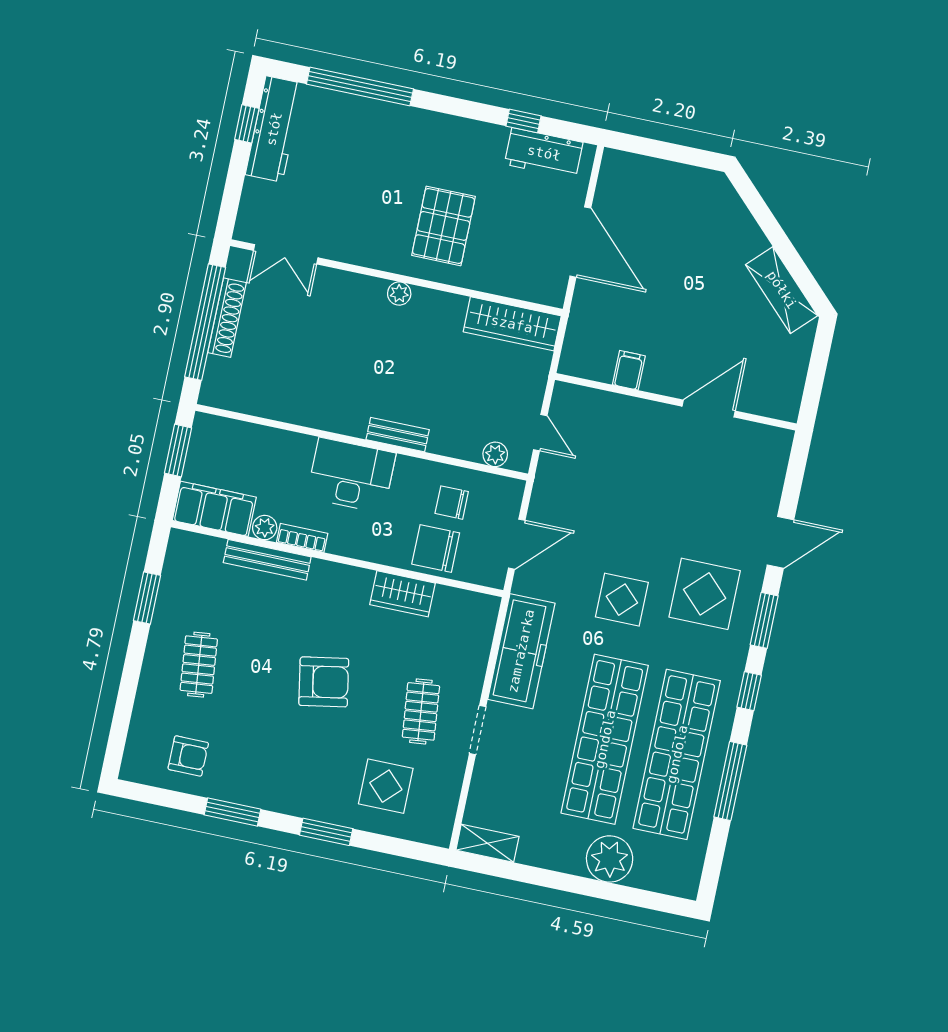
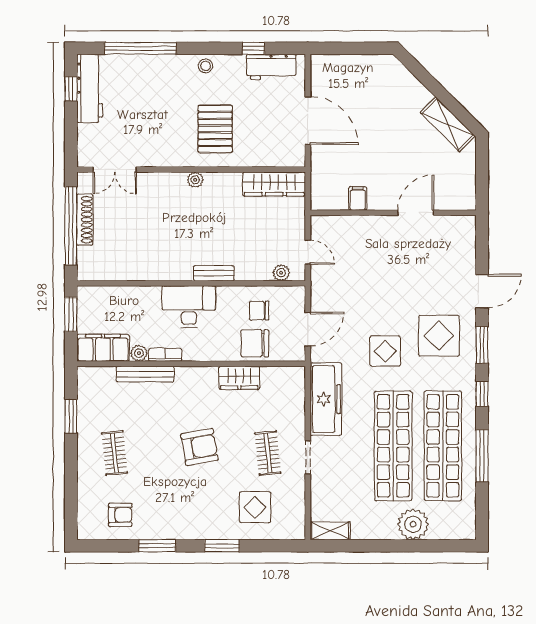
stool: (449, 132) -> (206, 66), added

